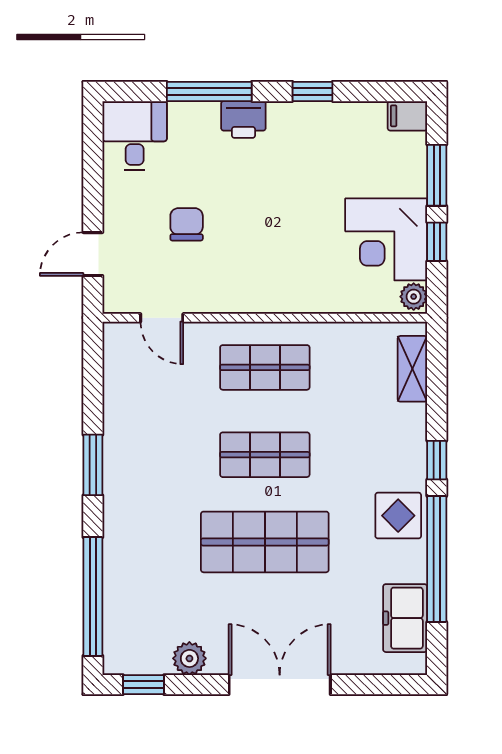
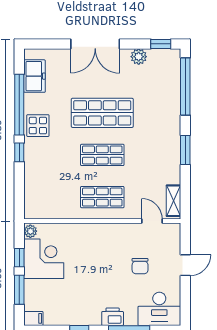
desk: (135, 136) -> (159, 309), width x1.37
door: (93, 254) -> (185, 265), moved
shelving: (412, 369) -> (173, 201), moved

